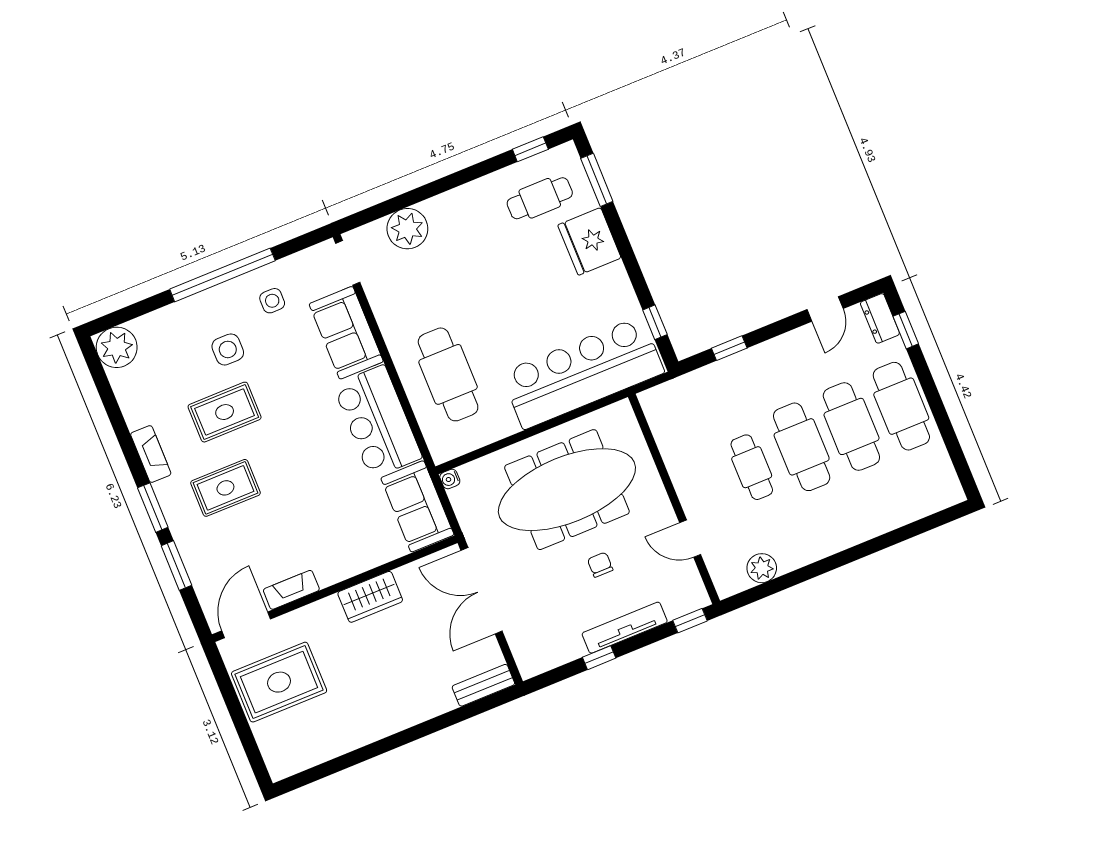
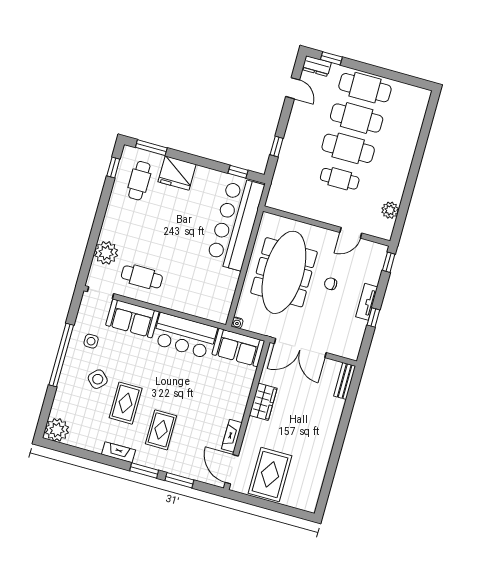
side table: (228, 349) -> (98, 379), turned 45
cafe table: (448, 374) -> (142, 277), moved, width x0.73, depth x0.74
tv unit: (625, 628) -> (367, 302), width x0.71

